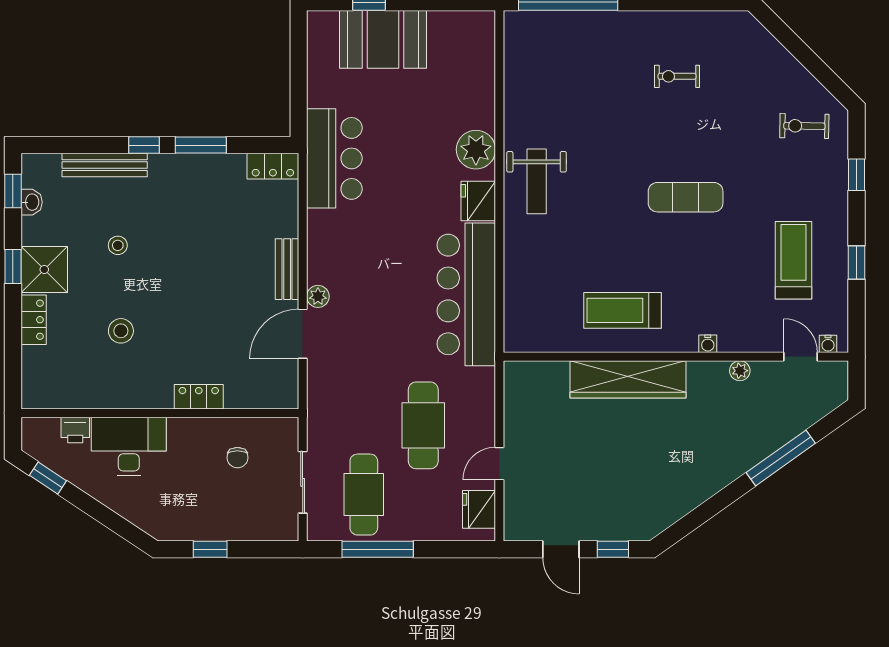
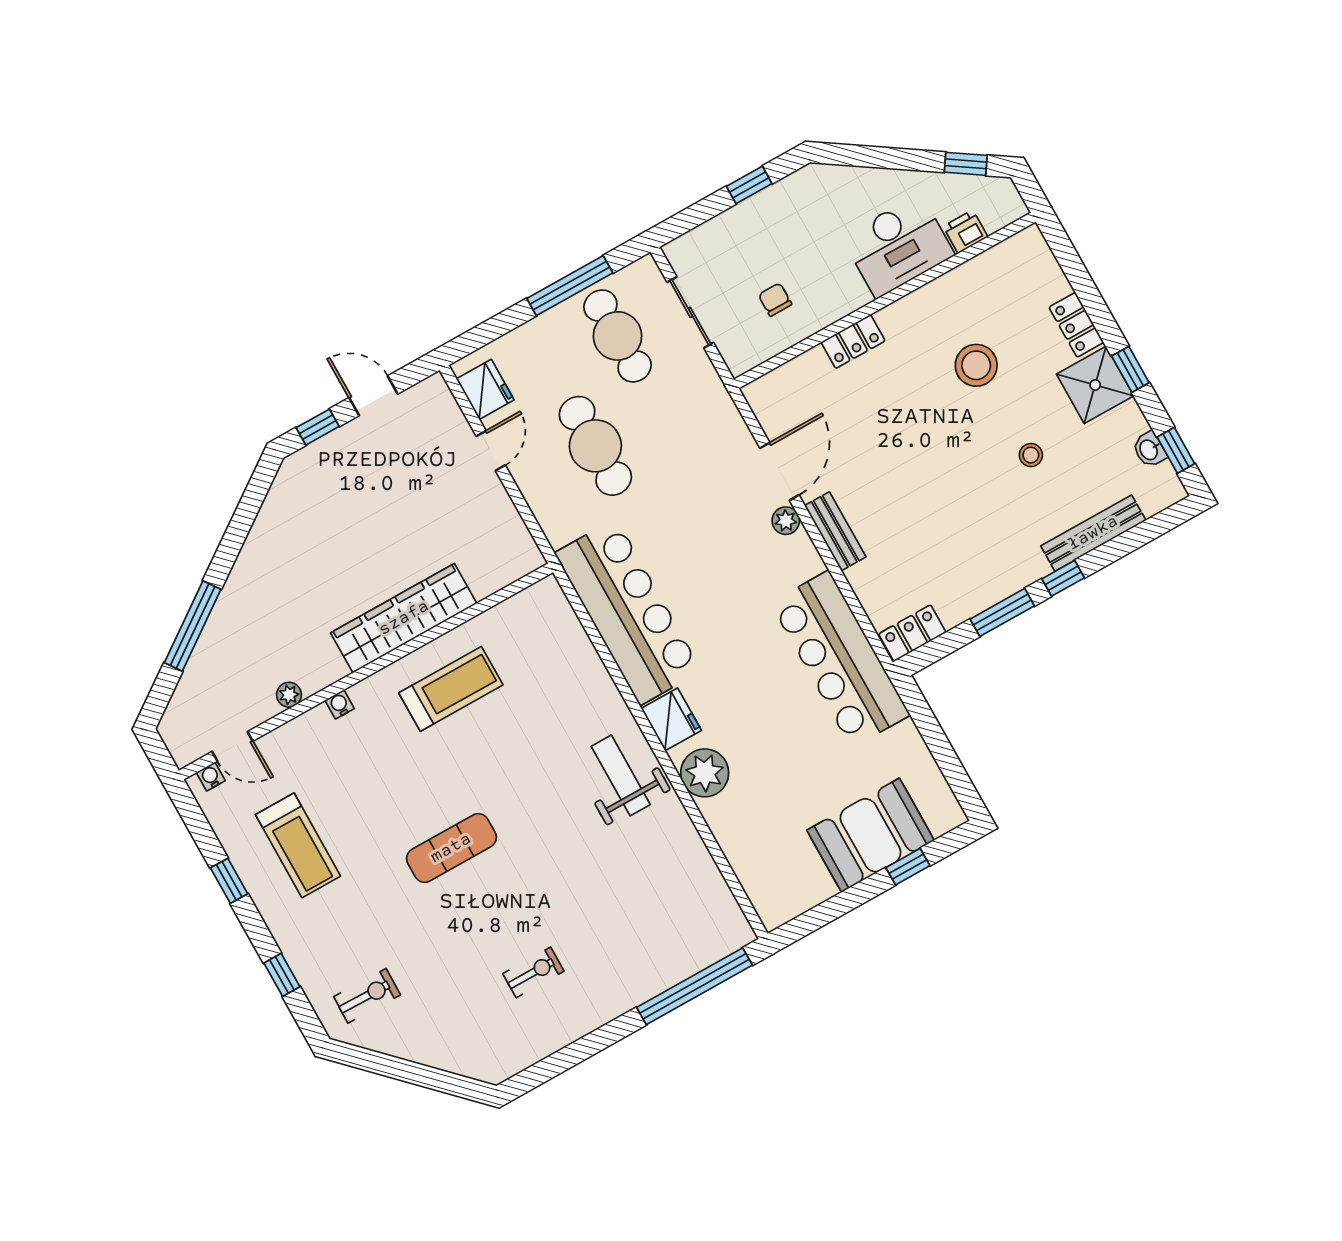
bar counter: (334, 158) -> (840, 659), width x1.36
stool: (121, 331) -> (976, 365), width x1.38, depth x1.38

